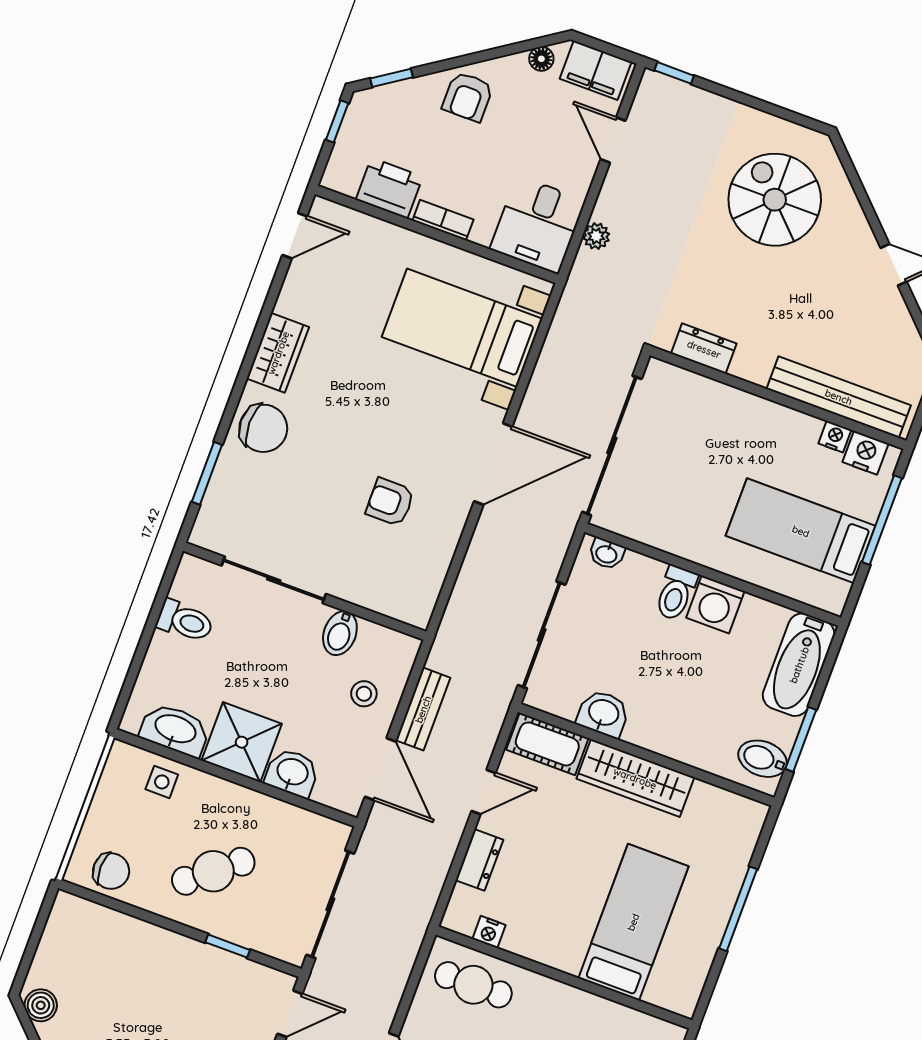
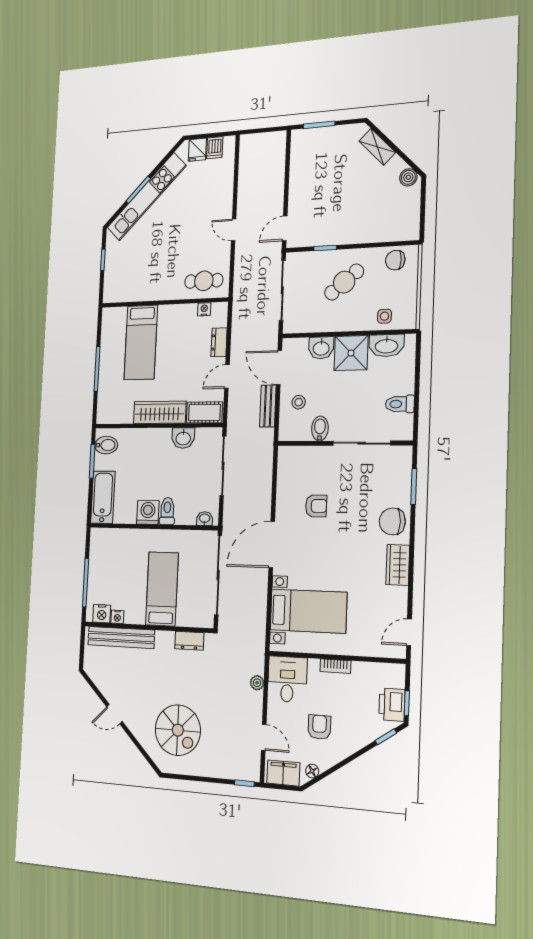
armchair: (468, 97) -> (319, 727), moved
printer: (389, 188) -> (392, 705), moved, turned 90
bed: (801, 531) -> (162, 589), moved, turned -90

